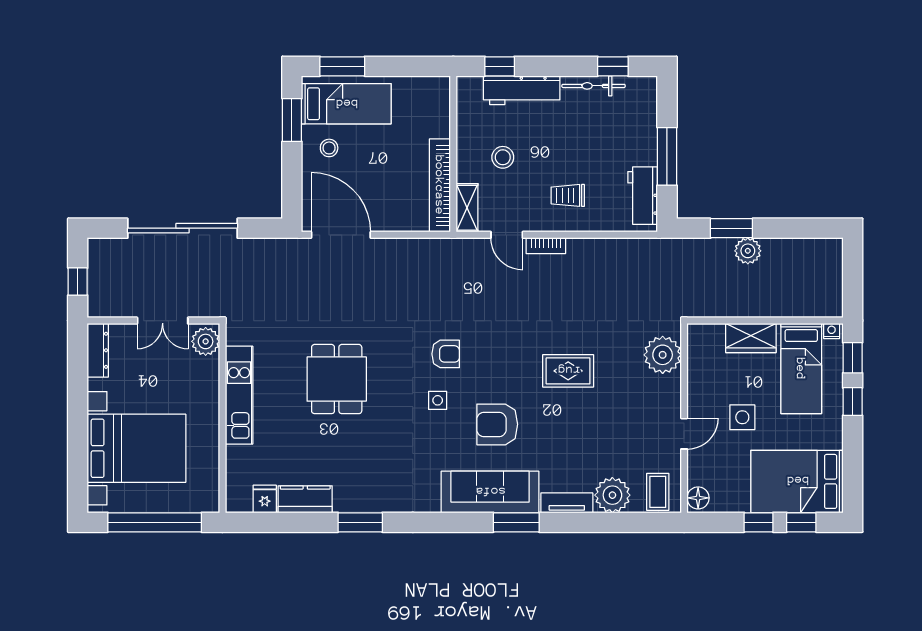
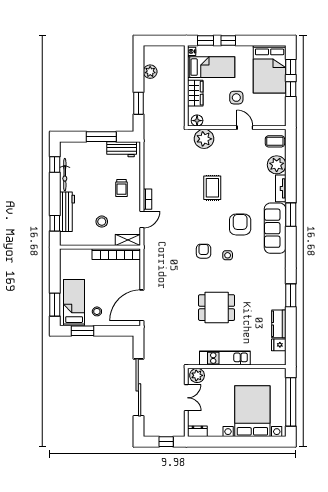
plant: (748, 251) -> (150, 72), moved
dresser: (98, 350) -> (197, 431), width x0.70
armchair: (497, 424) -> (240, 224), turned 180
floor lamp: (698, 498) -> (197, 121), moved

